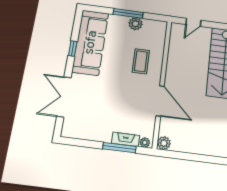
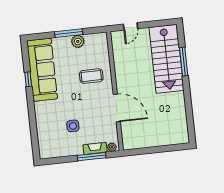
coffee table: (141, 61) -> (91, 76), turned 90
double door: (64, 97) -> (33, 125), removed
side table: (107, 109) -> (73, 126), added
plant: (164, 143) -> (128, 144), removed

